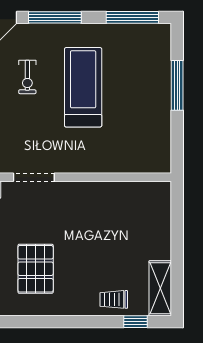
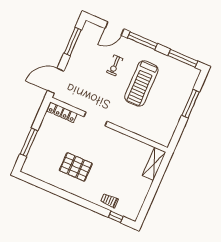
treadmill: (83, 87) -> (141, 83), turned 180
pallet: (36, 269) -> (76, 167), turned 90
shelving: (160, 288) -> (154, 164), moved

